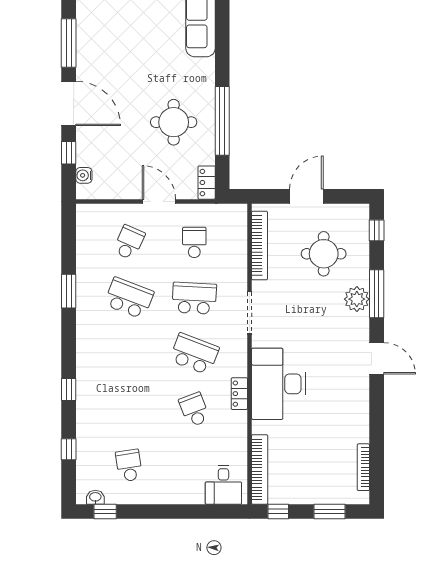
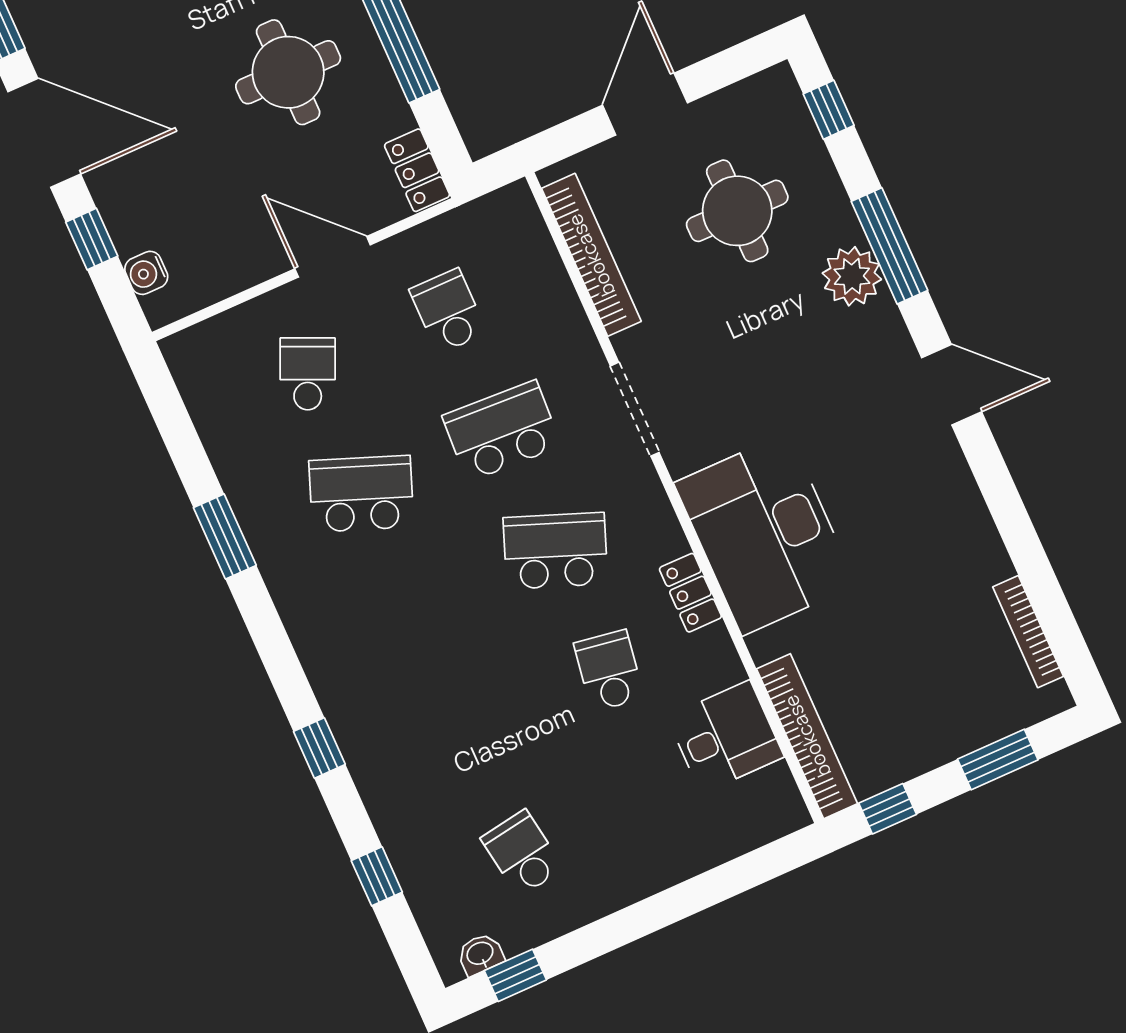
school desk: (194, 410) -> (609, 671), turned 30
desk: (223, 485) -> (725, 737), moved, turned -90

